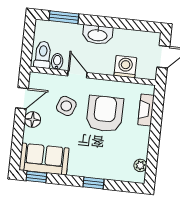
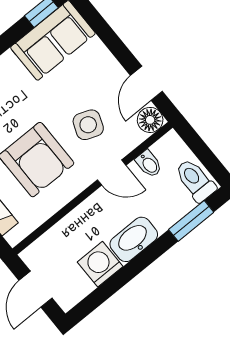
toilet: (43, 55) -> (195, 180), moved, turned 180
washing machine: (125, 67) -> (100, 264), moved, turned 180
floor lamp: (33, 120) -> (150, 120), moved

